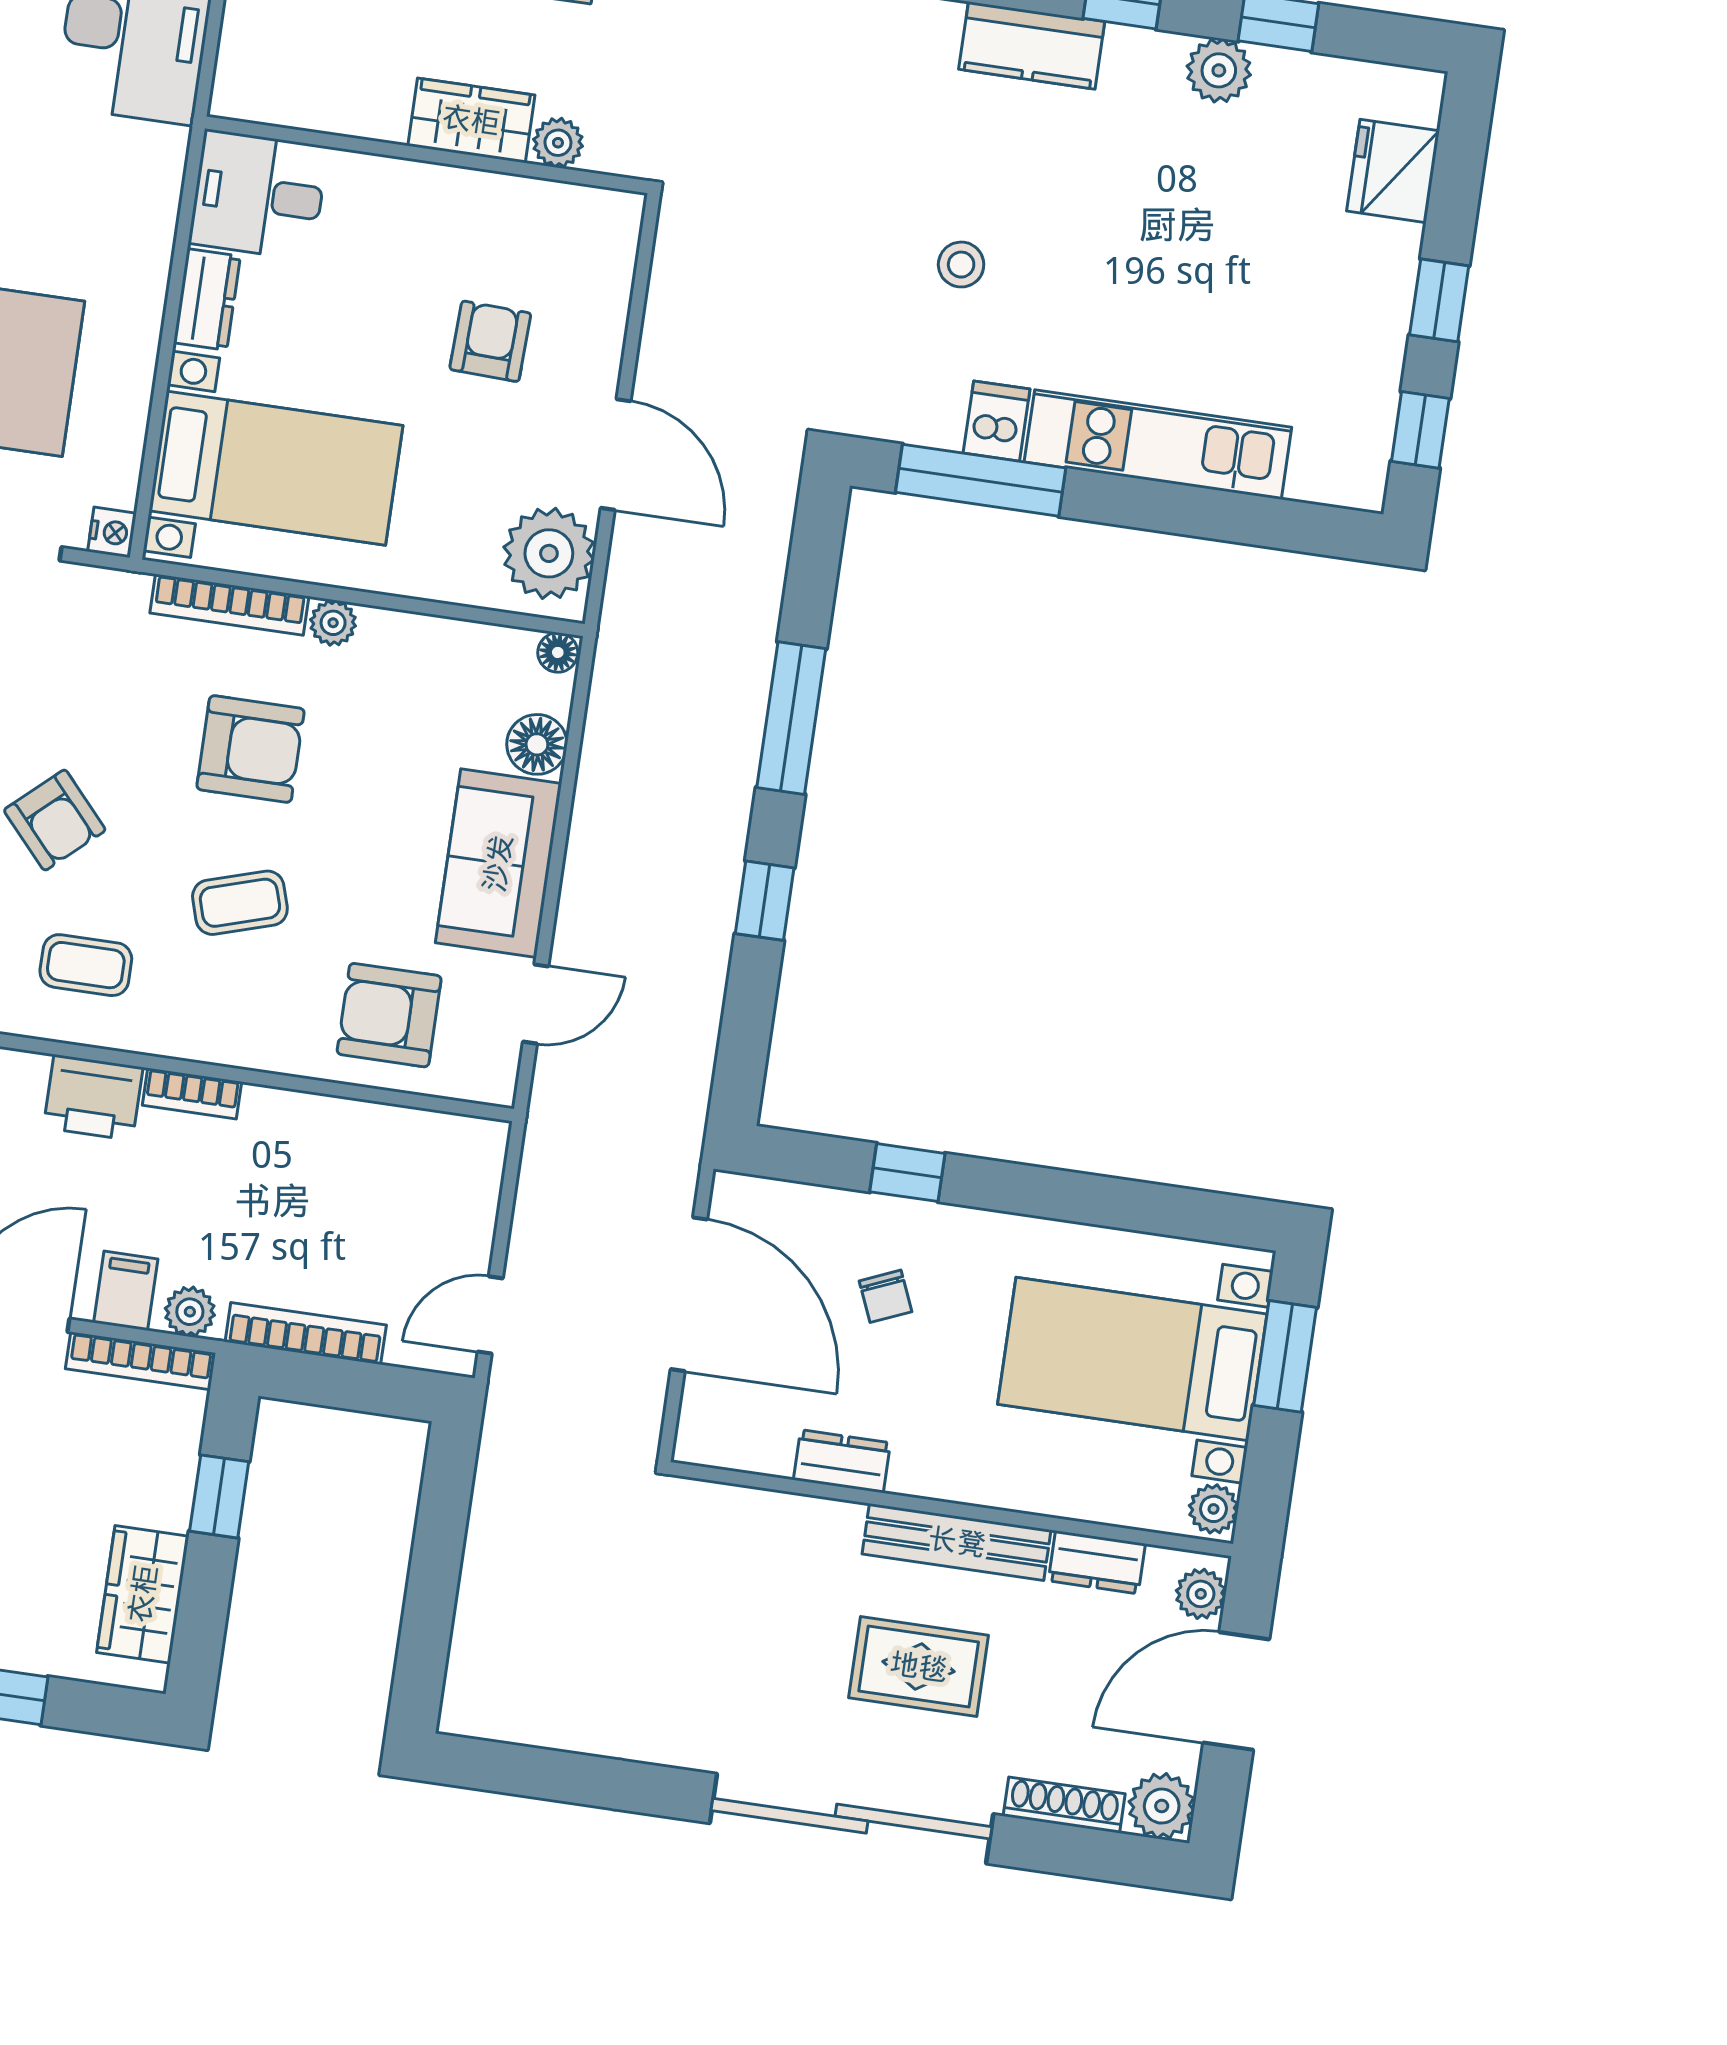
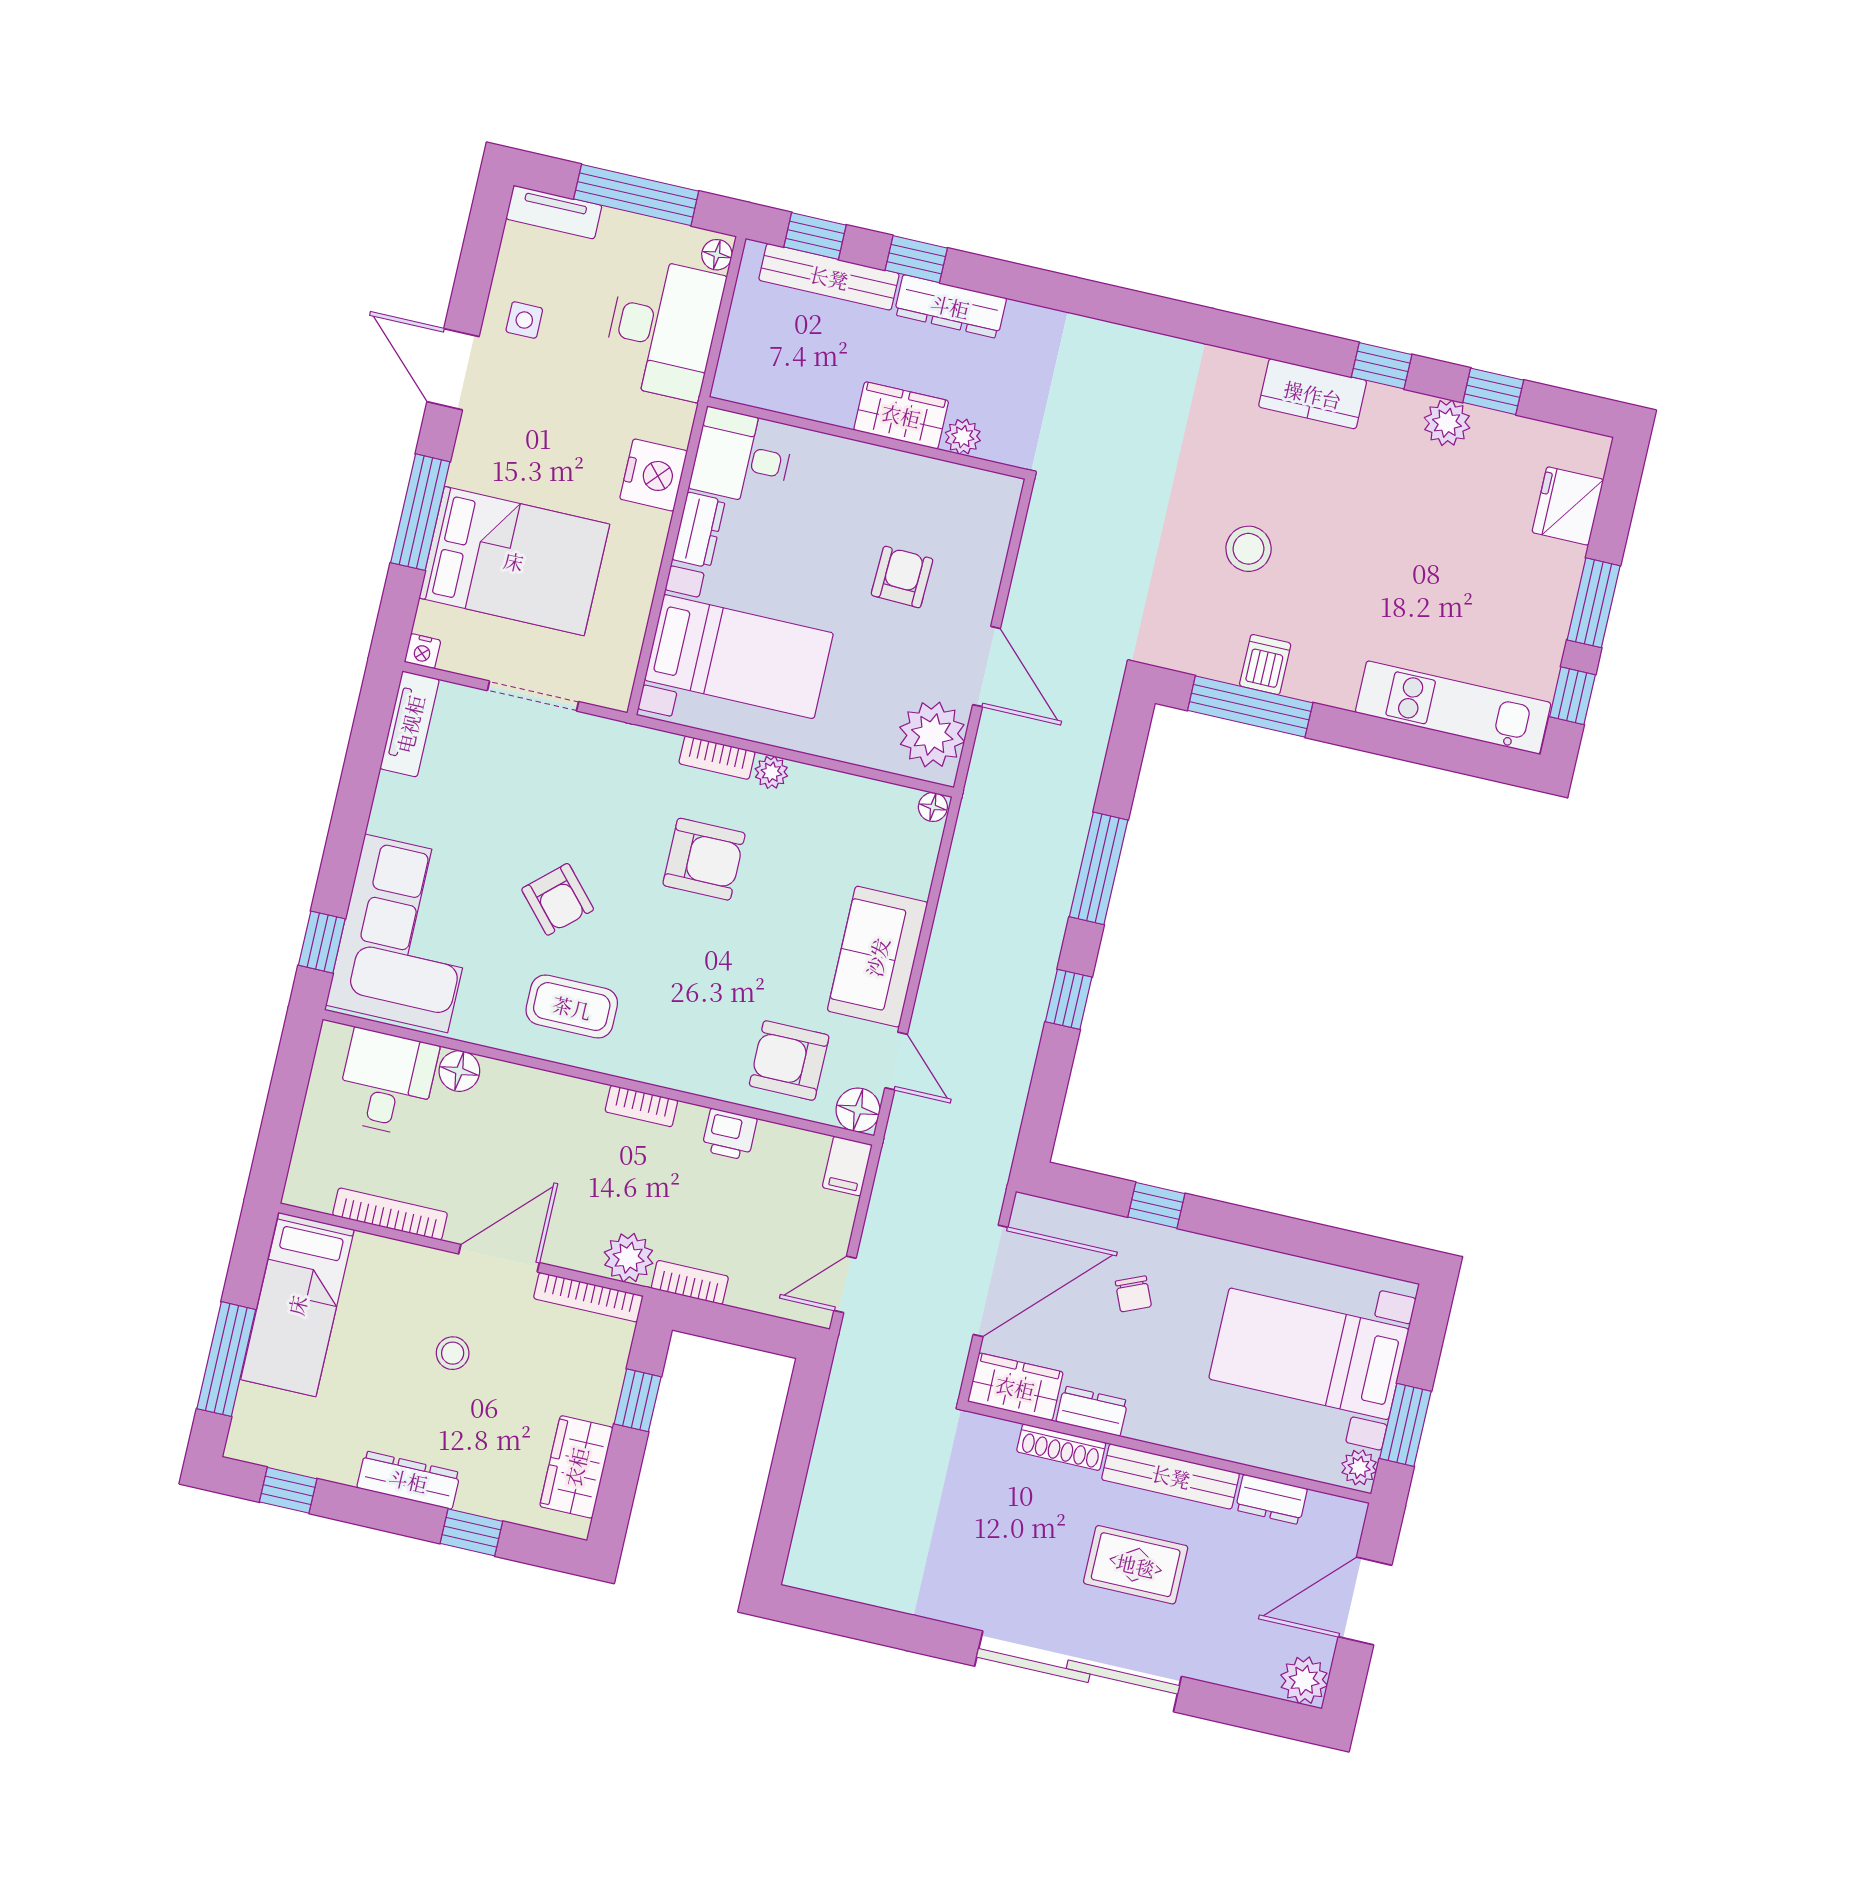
stool: (961, 265) -> (1249, 549), width x1.37, depth x1.37
window: (1439, 300) -> (1594, 603), width x1.50
kitchen unit: (1158, 445) -> (1453, 708), moved
nightstand: (112, 532) -> (653, 475), moved, width x1.89, depth x1.79
bookcase: (229, 605) -> (717, 758), width x0.64
floor lamp: (537, 744) -> (858, 1110), moved
coffee table: (240, 903) -> (687, 970), removed
coffee table: (86, 965) -> (572, 1007), width x1.36, depth x1.30
door: (536, 1004) -> (896, 1061), hinge flipped
printer: (93, 1097) -> (729, 1134), moved, width x0.73, depth x0.81
filing cabinet: (126, 1291) -> (847, 1166), moved, turned 180
door: (689, 1294) -> (991, 1281), hinge flipped
plant: (190, 1312) -> (629, 1258), width x1.38, depth x1.38
bookcase: (306, 1333) -> (690, 1282), width x0.64
window: (1285, 1356) -> (1405, 1425), moved
wardrobe: (734, 1436) -> (1015, 1387), added
plant: (1201, 1594) -> (1345, 1528), removed
shoe rack: (1064, 1805) -> (1061, 1447), moved, turned 180

